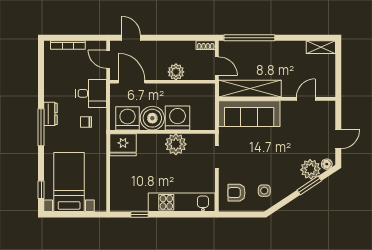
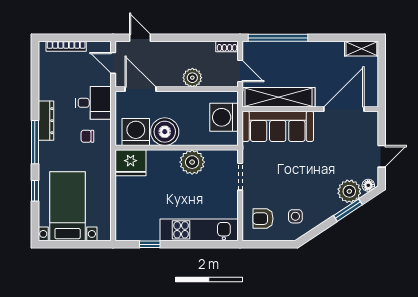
door: (306, 99) -> (344, 109), width x1.88
dresser: (51, 114) -> (46, 121), width x1.44
washing machine: (178, 118) -> (224, 117), moved, turned -90
window: (41, 190) -> (35, 191), moved

